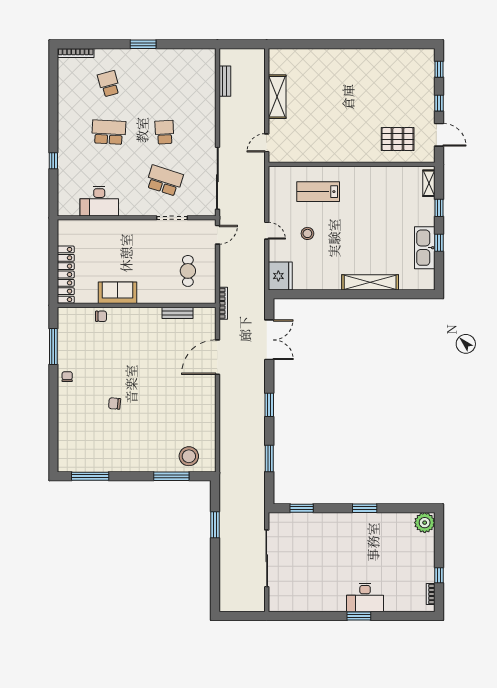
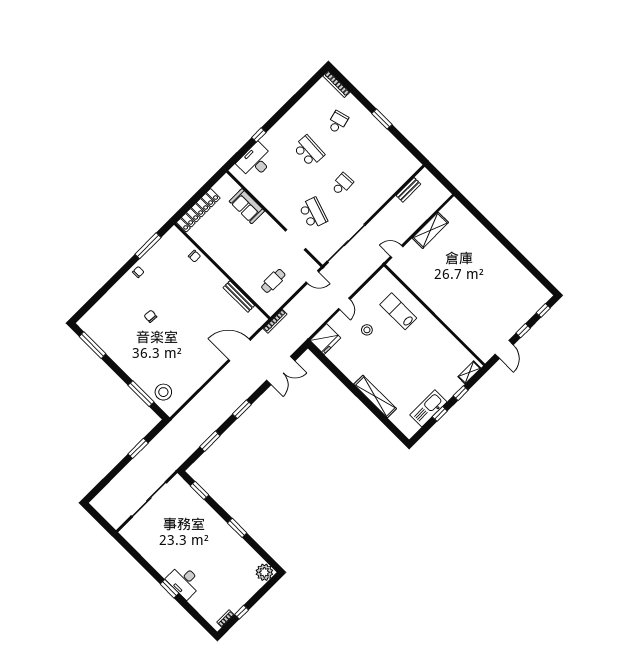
pallet: (398, 139) -> (477, 327), removed
desk: (99, 201) -> (255, 161), moved, turned 90
sofa: (117, 293) -> (247, 206), moved, turned 180
bench: (178, 313) -> (239, 296), width x1.36

